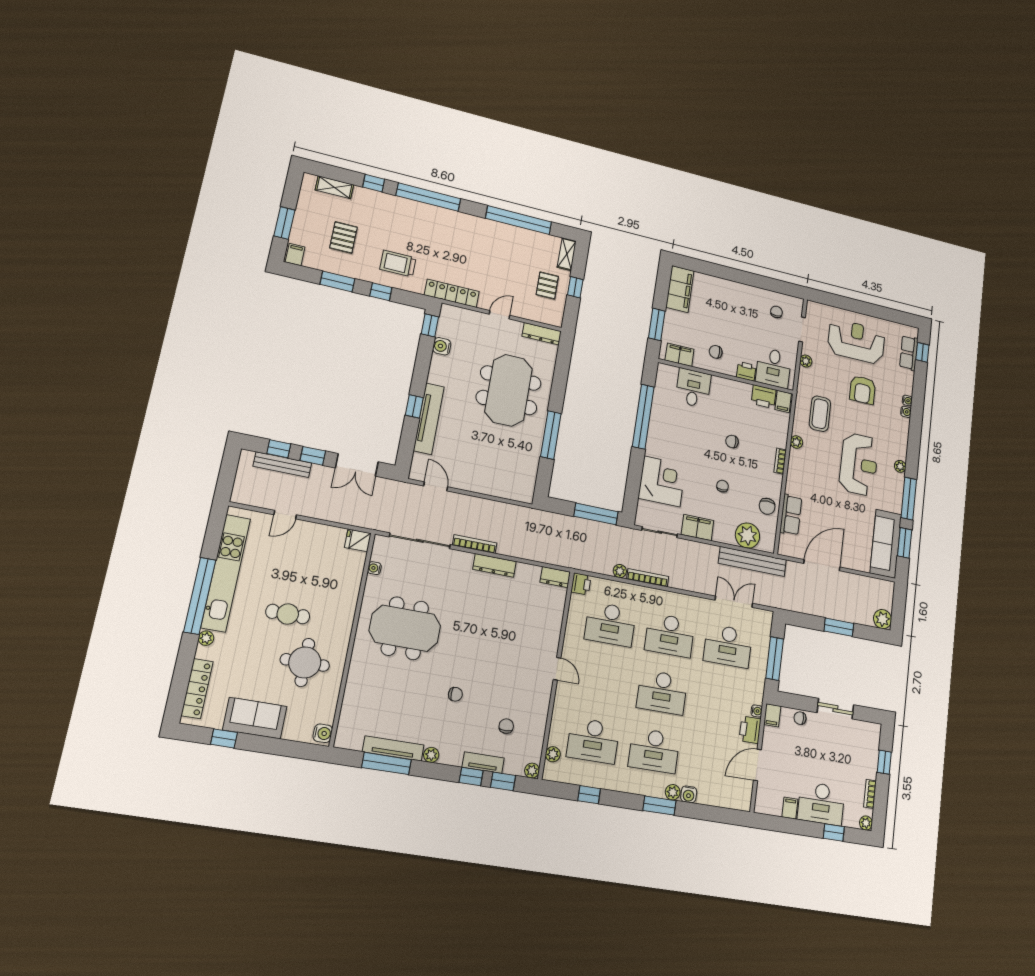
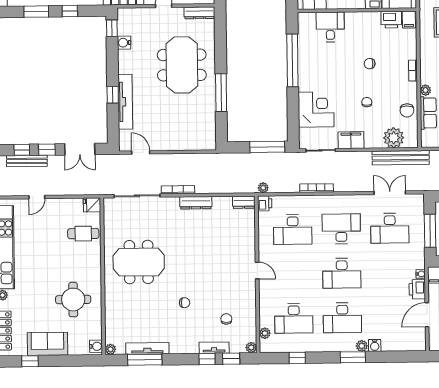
plant: (796, 442) -> (426, 90), moved
water cooler: (374, 568) -> (108, 223), removed
plant: (620, 571) -> (263, 188), moved
cafe table: (288, 614) -> (83, 234), moved
desk: (670, 635) -> (341, 229), turned 180
plant: (431, 755) -> (110, 349), moved

